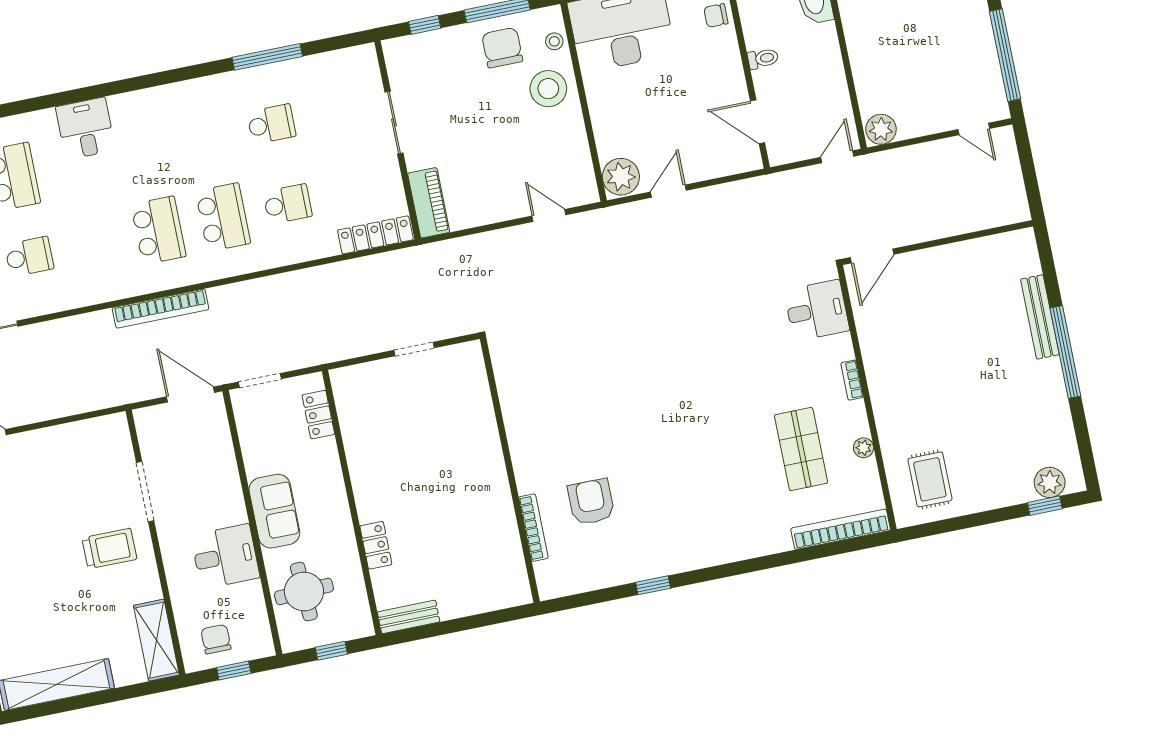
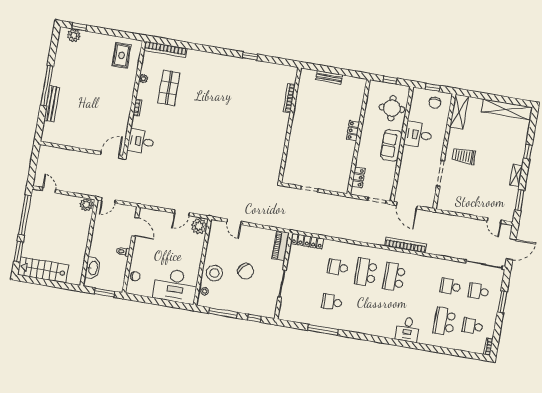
chair: (502, 48) -> (246, 271), moved, turned -50
armchair: (591, 502) -> (262, 99), removed
locker: (376, 545) -> (353, 131), moved
bench: (409, 617) -> (329, 77), moved

